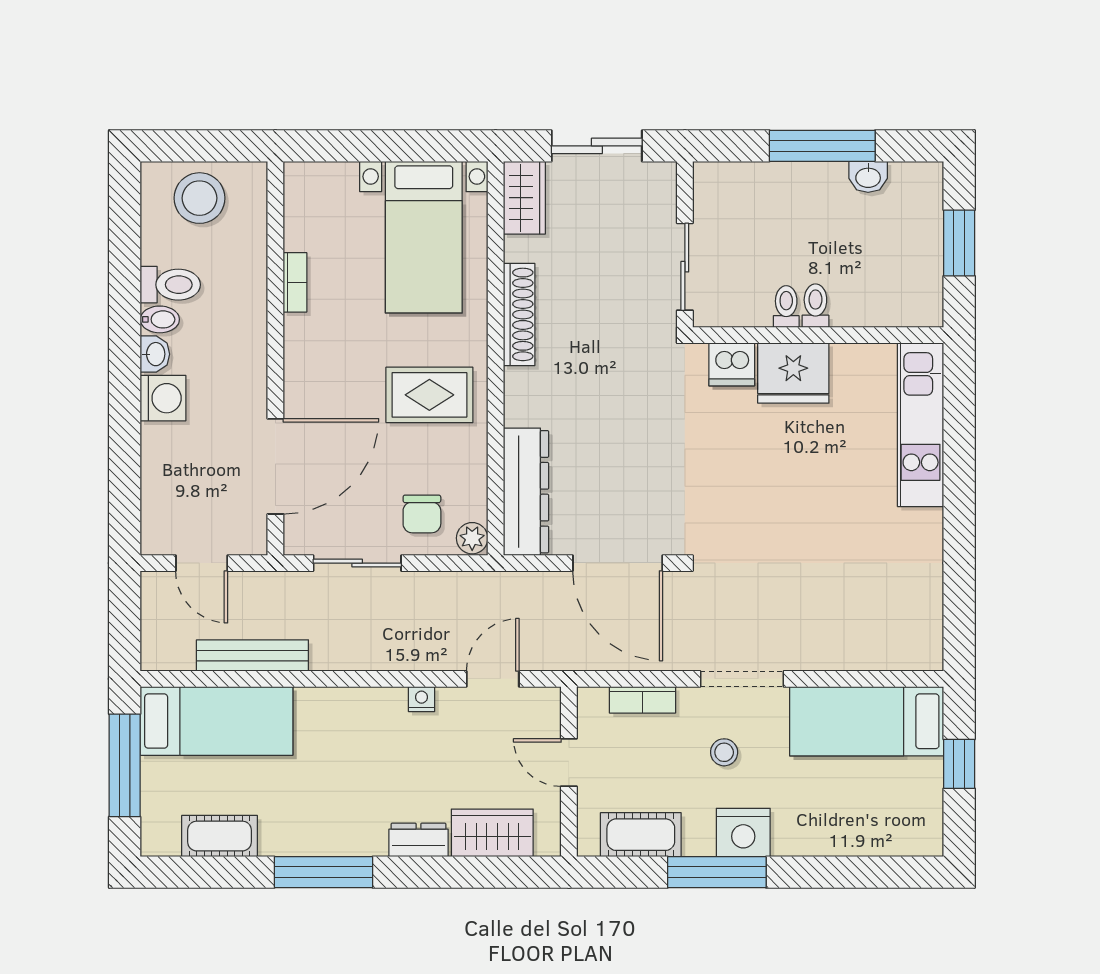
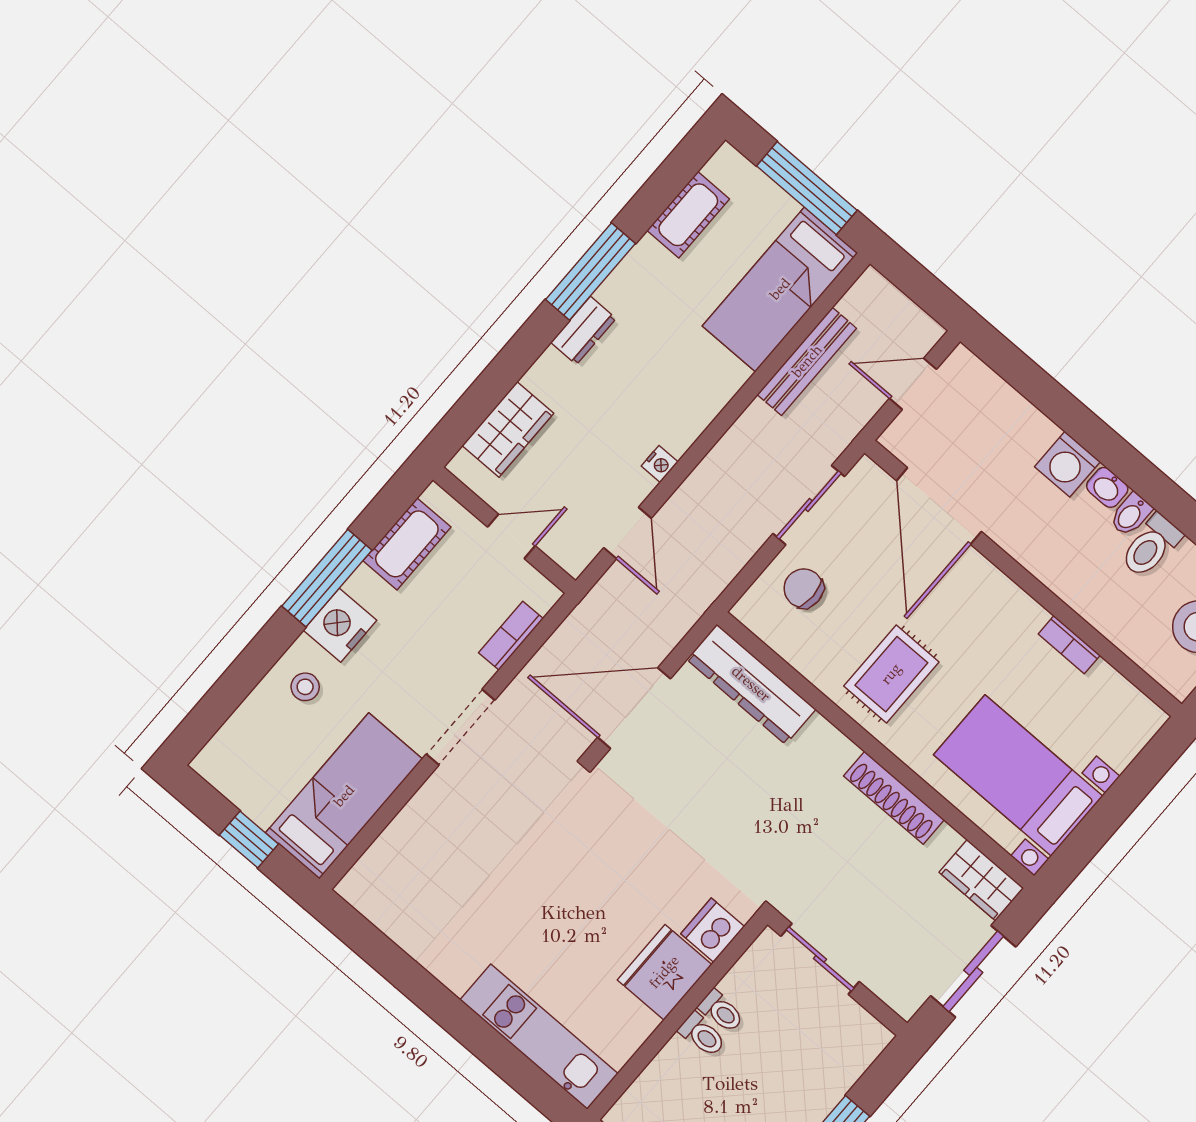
plant: (472, 538) -> (751, 611), removed
stool: (724, 752) -> (305, 687), moved
dresser: (418, 840) -> (583, 331), moved

